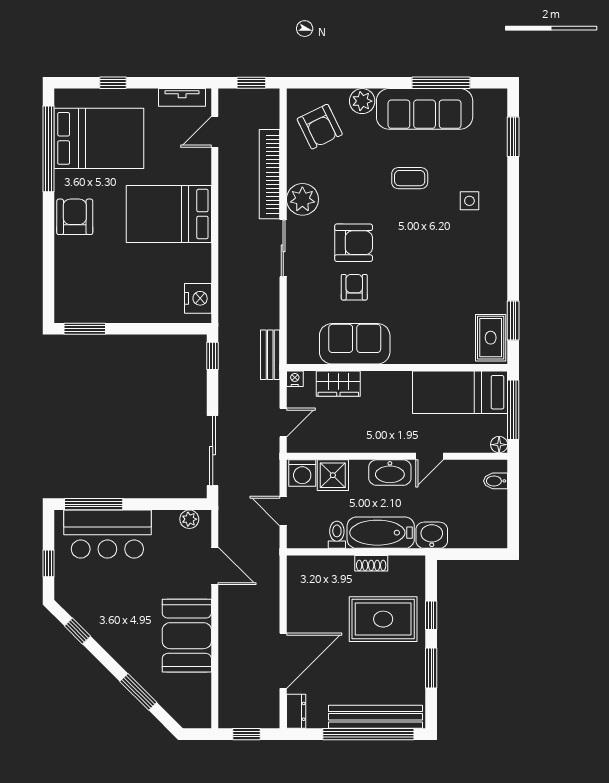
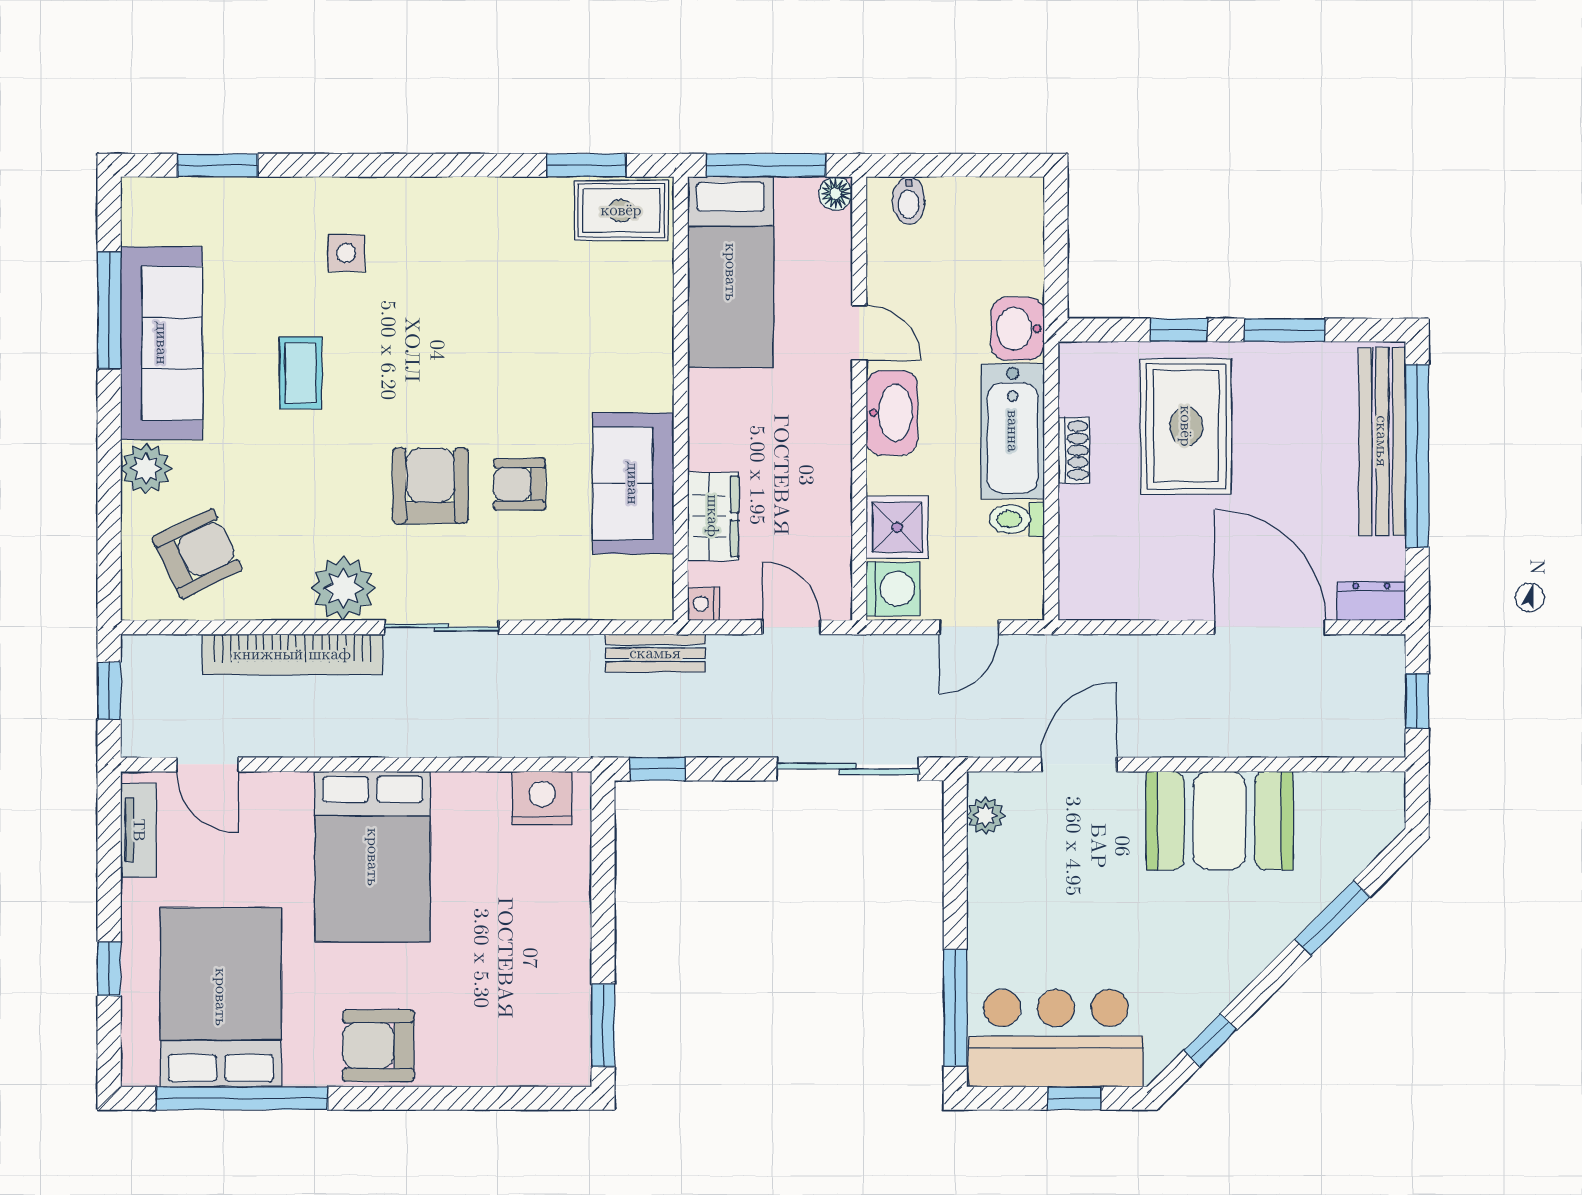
bar counter: (107, 534) -> (1056, 1038), moved, turned -90

